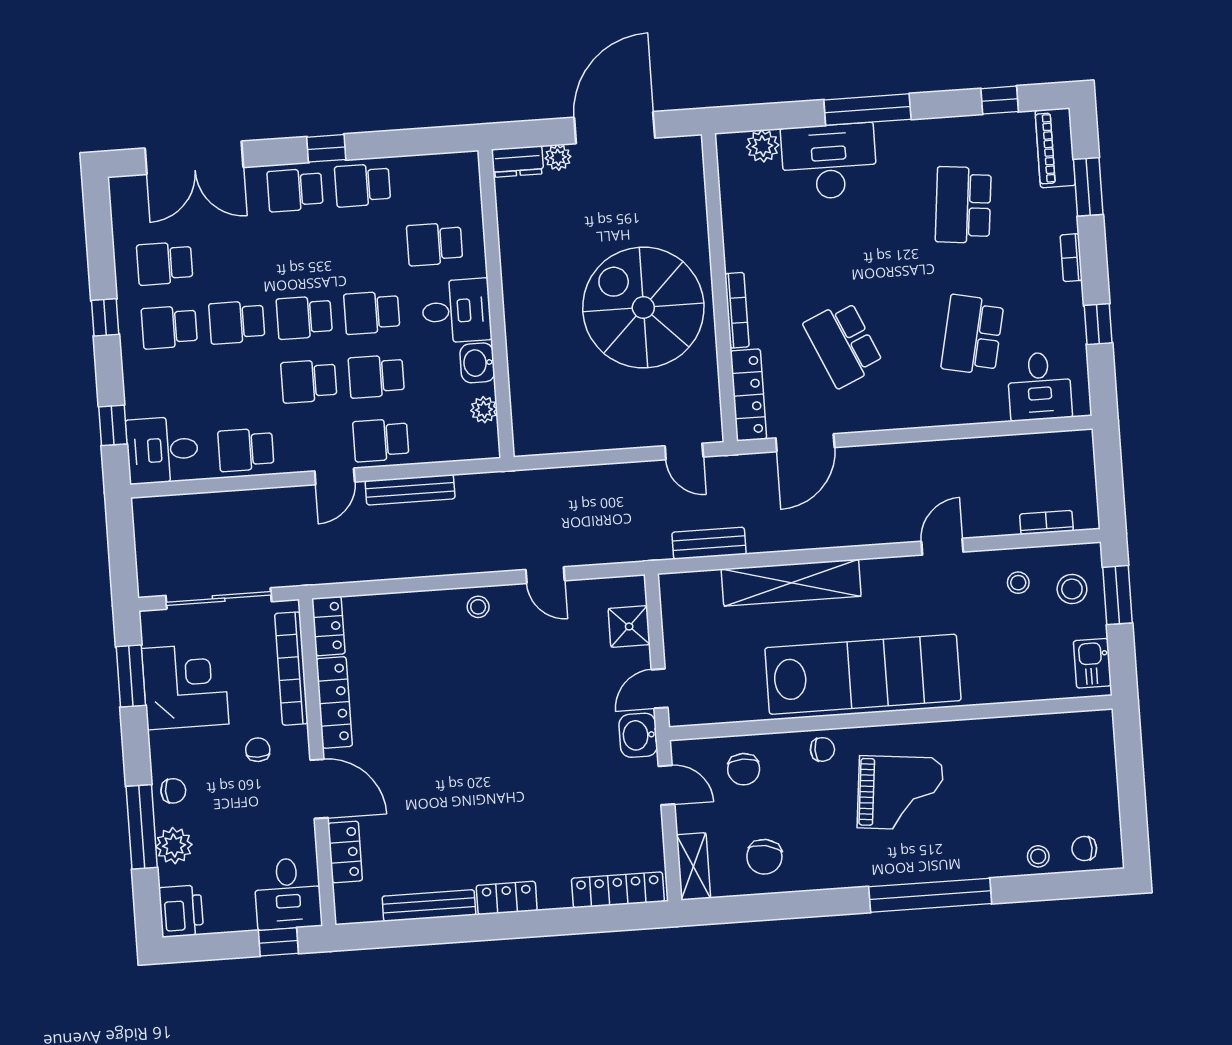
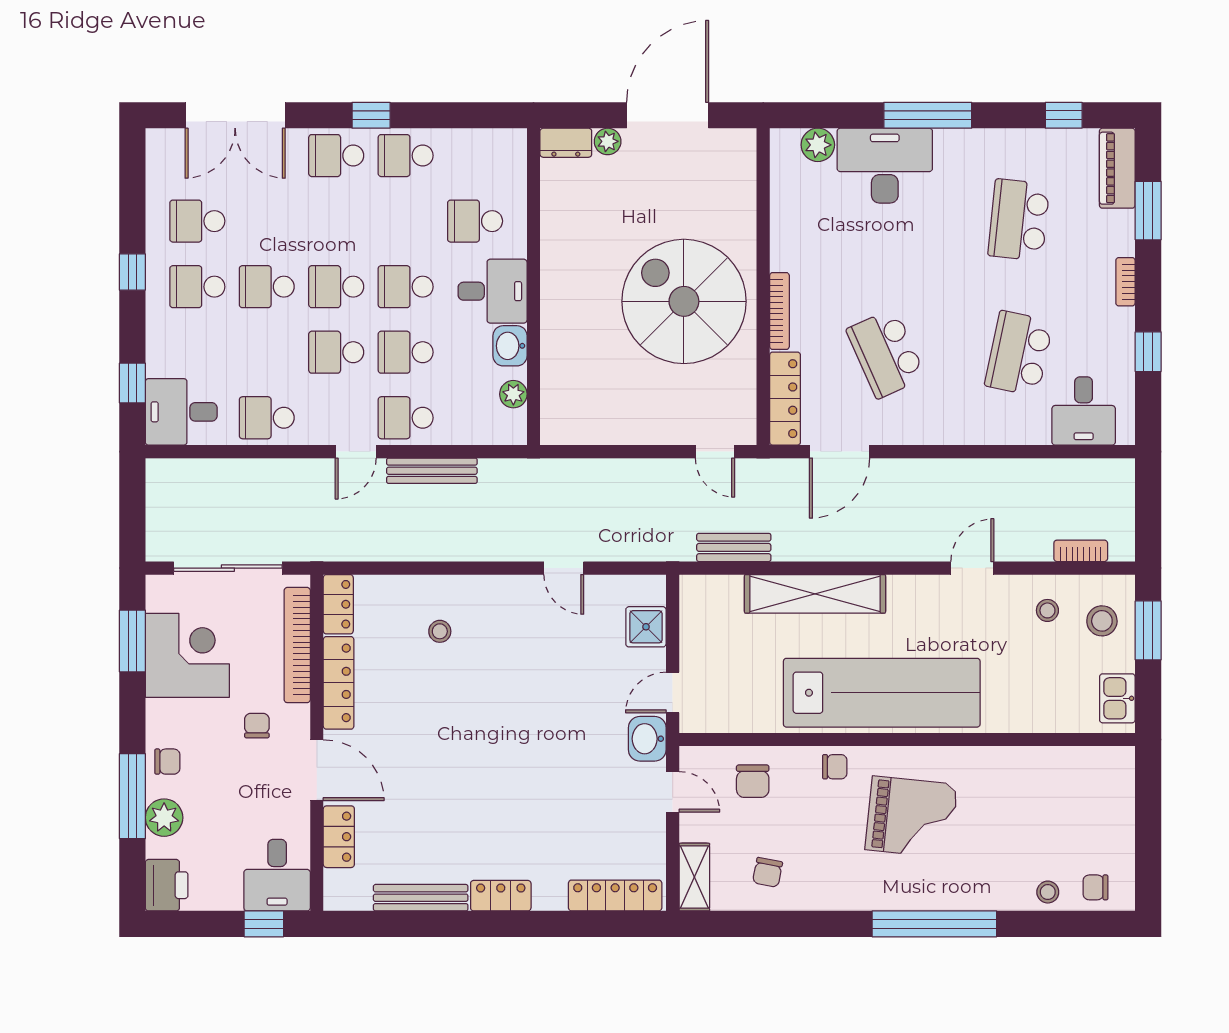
stool: (478, 607) -> (440, 631), moved
chair: (764, 857) -> (768, 872), width x0.73, depth x0.73

